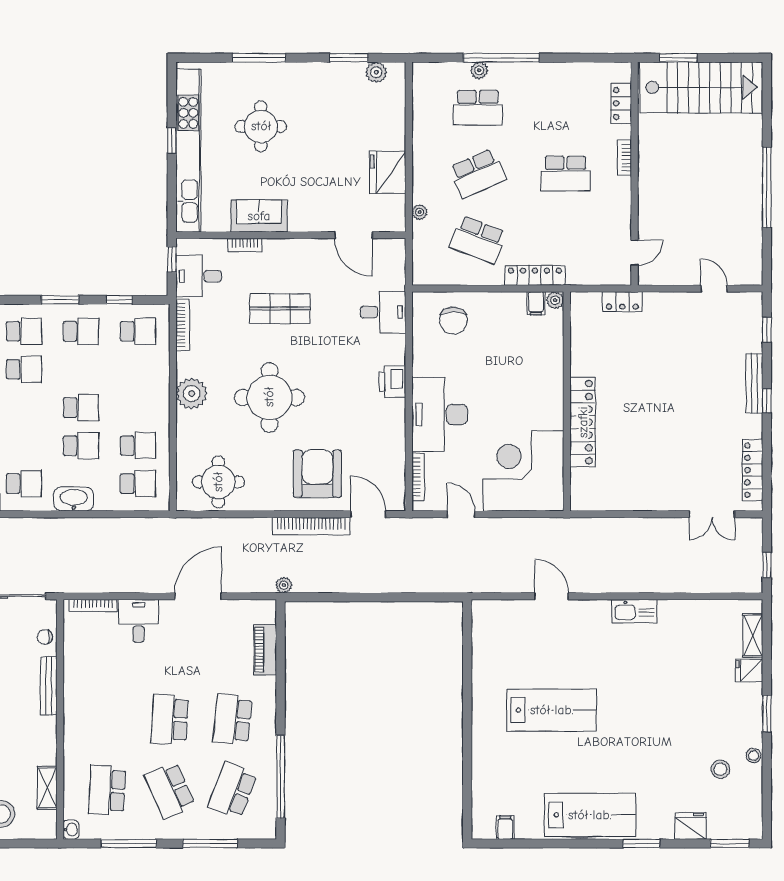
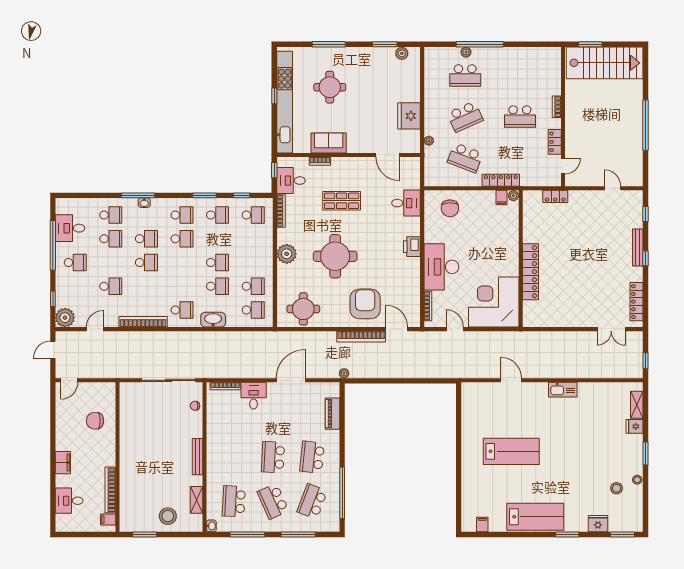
locker: (621, 103) -> (555, 142), moved
bench: (49, 686) -> (197, 457), moved

